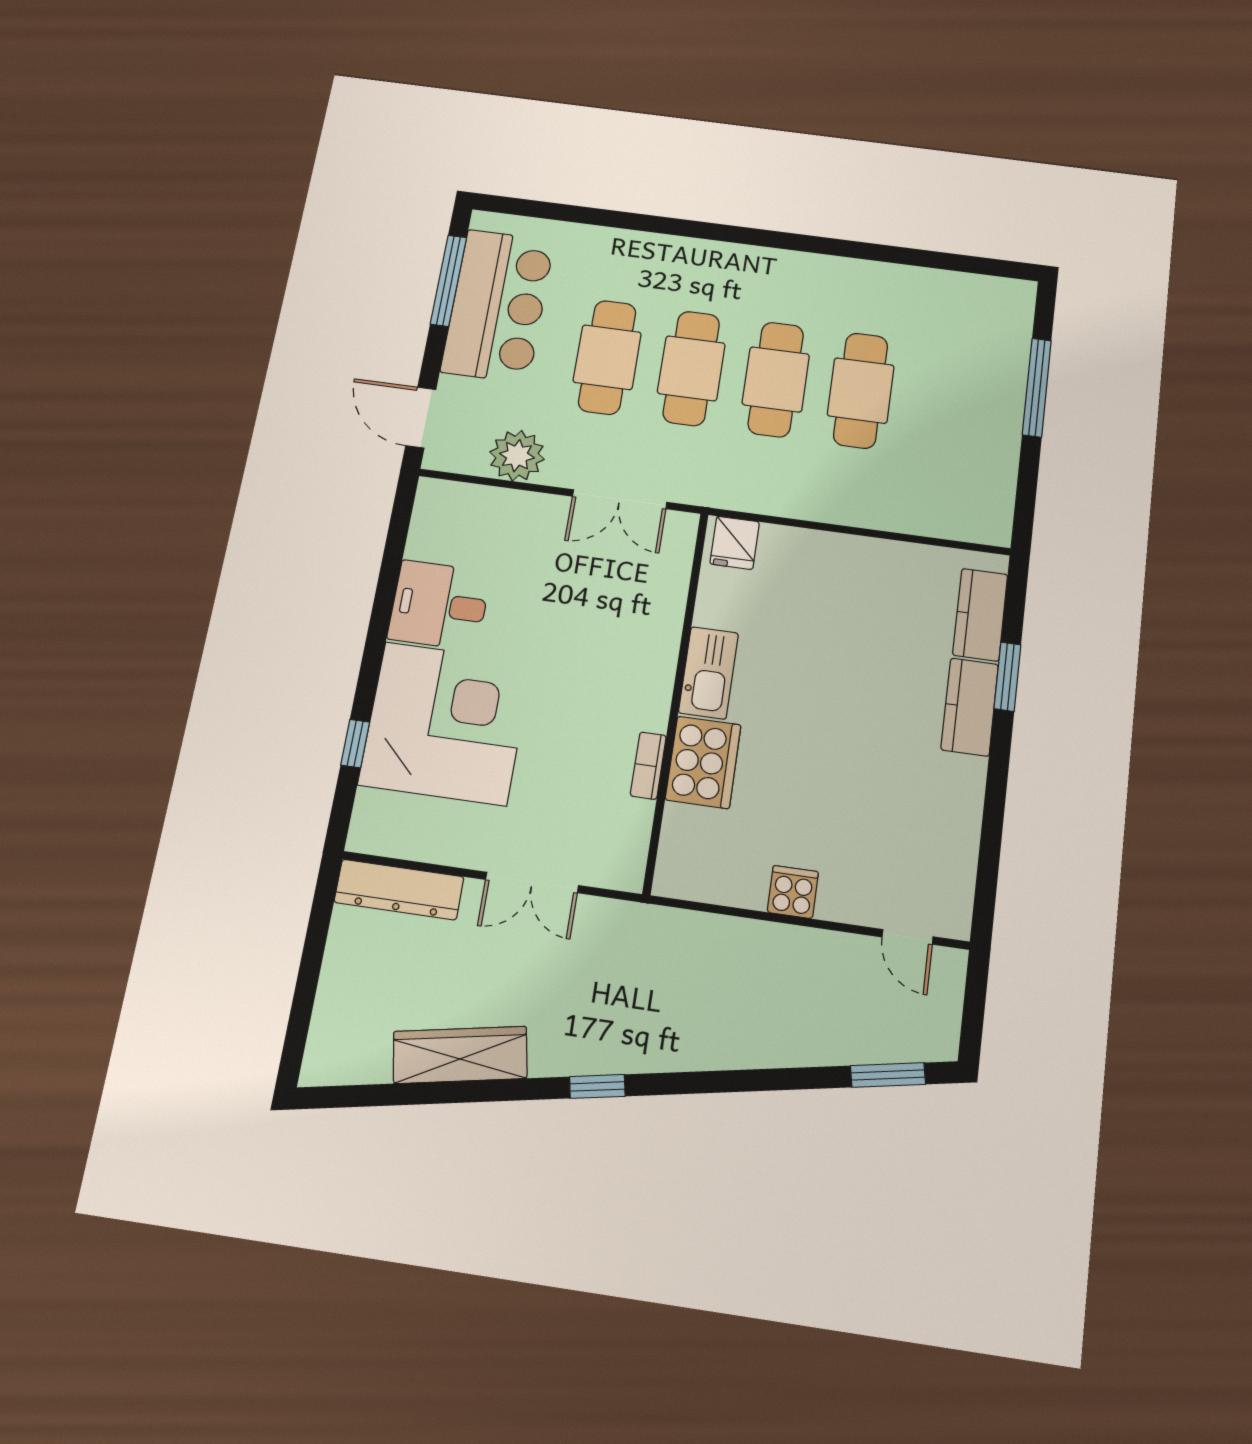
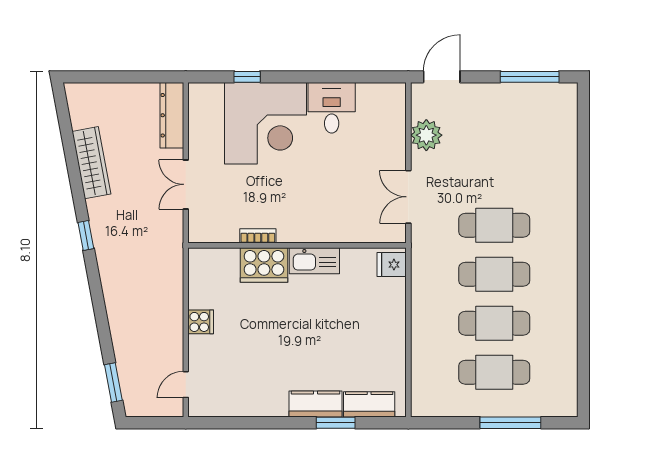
bar counter: (498, 306) -> (518, 108), removed
cafe table: (607, 357) -> (494, 372), moved

